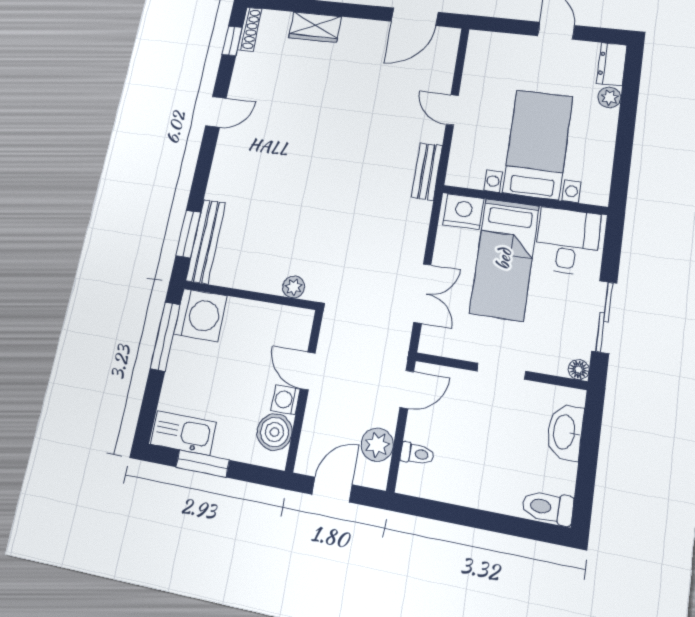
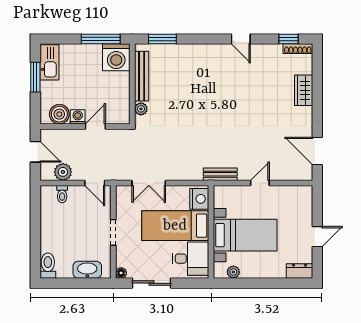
plant: (609, 97) -> (233, 272), moved
bench: (206, 241) -> (142, 76), moved, turned 90

